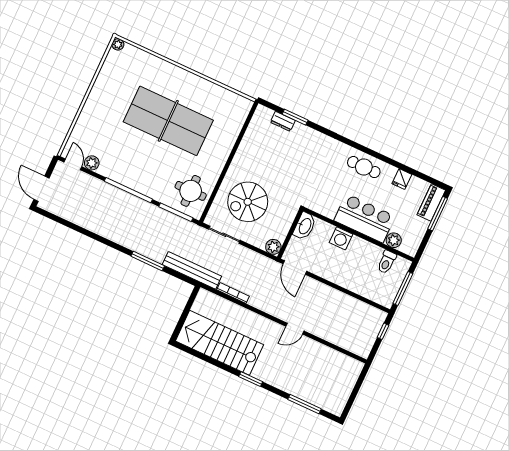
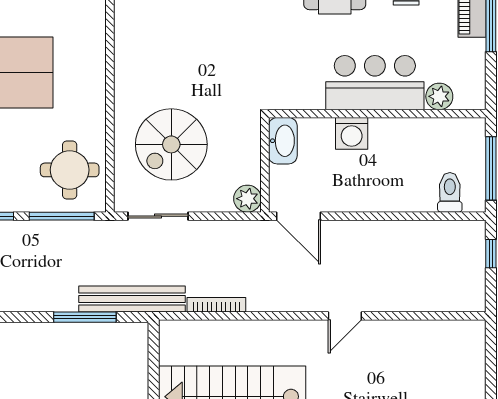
window: (148, 261) -> (85, 317), moved
toilet: (387, 262) -> (450, 192), moved, turned 180

